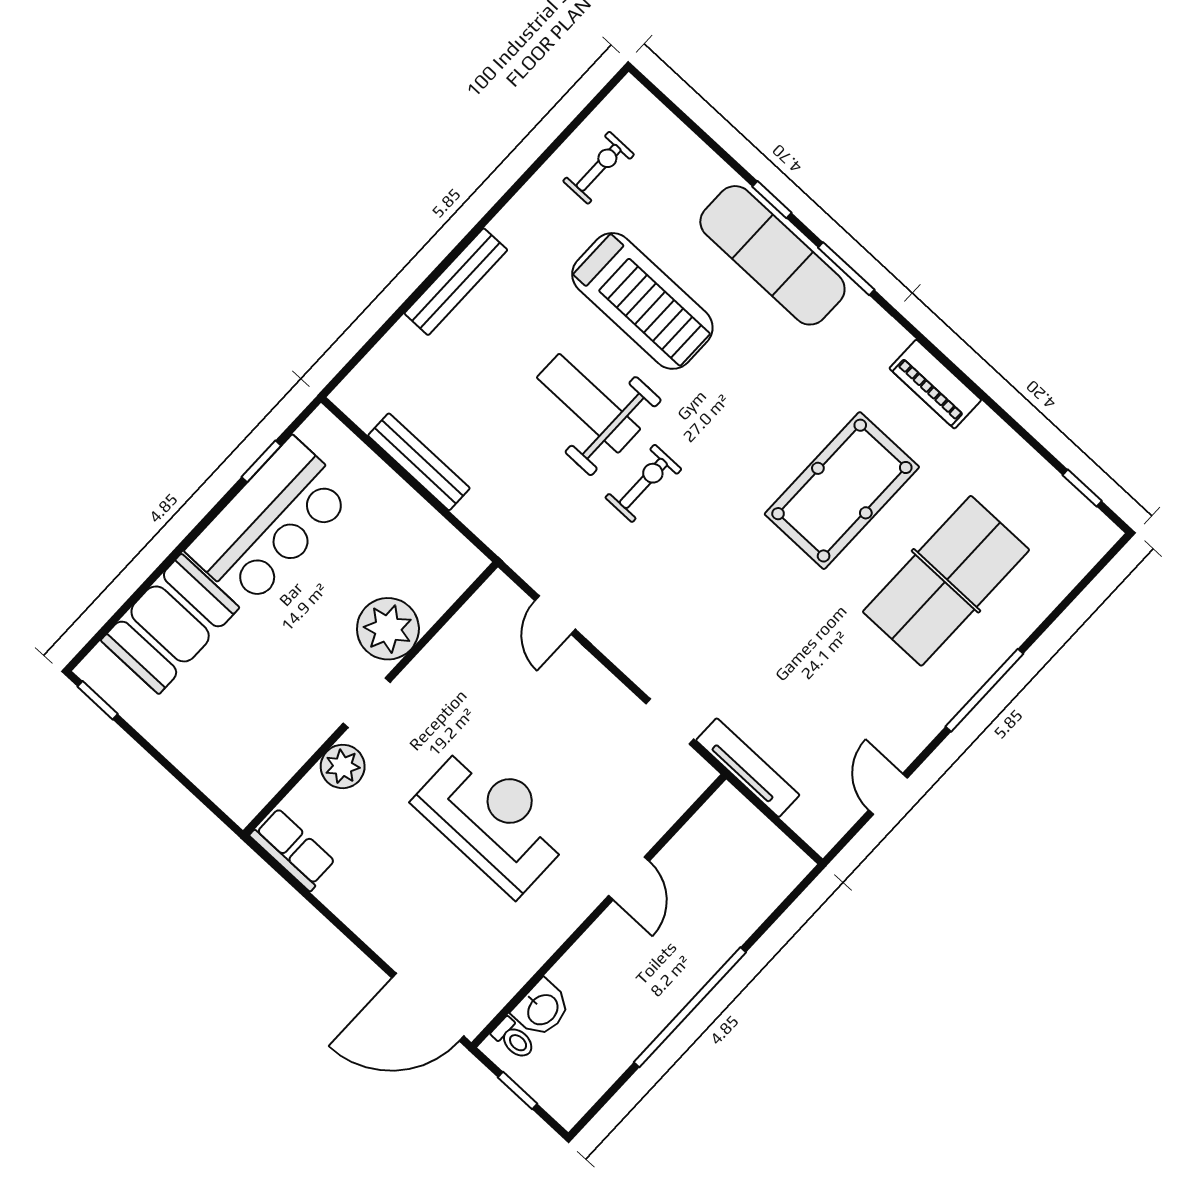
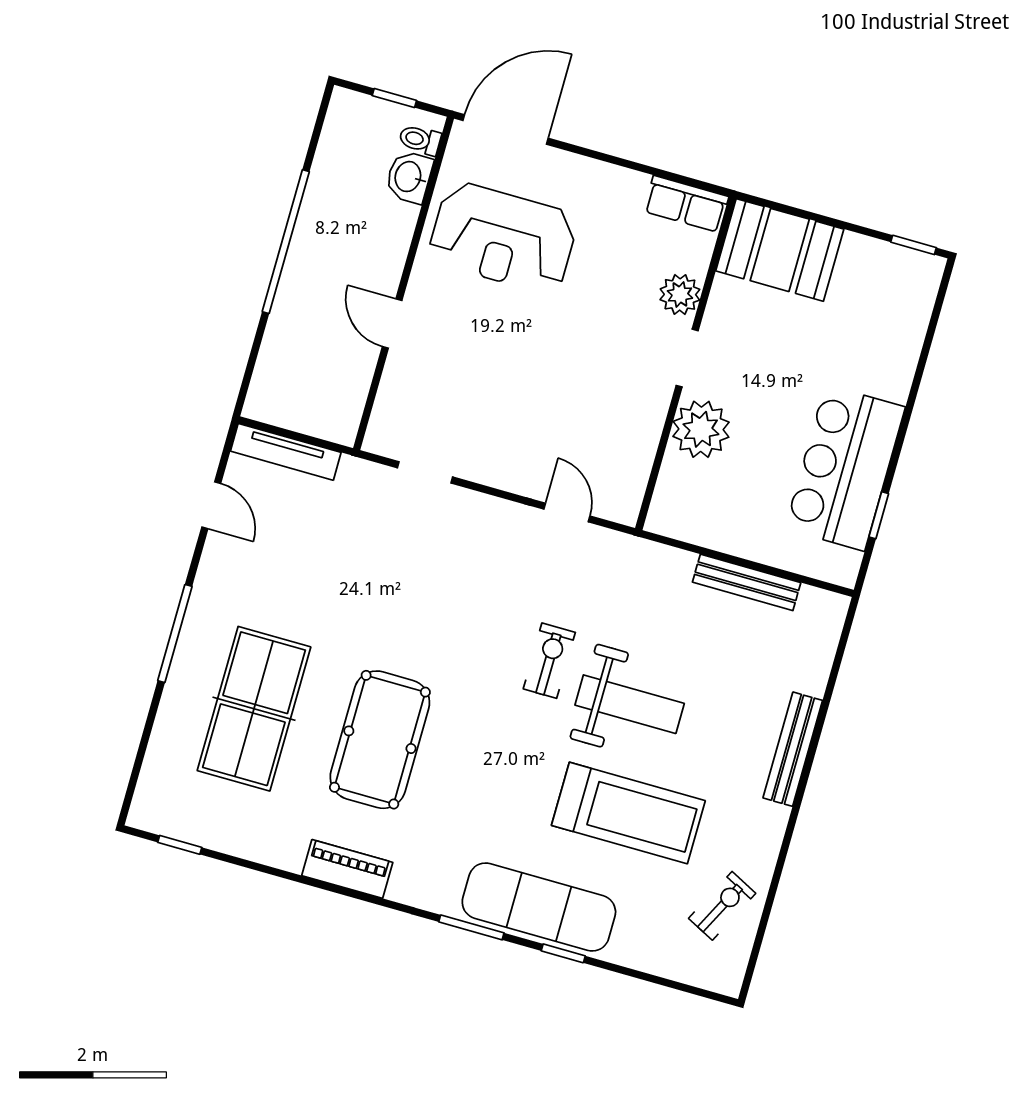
exercise bike: (599, 168) -> (722, 906), turned -153
treadmill: (642, 301) -> (628, 813), turned 180
exercise bike: (643, 483) -> (549, 661), turned 180
booth: (170, 624) -> (780, 250), moved, turned 90
tv unit: (748, 768) -> (286, 452), moved
reception desk: (493, 818) -> (503, 238), moved

